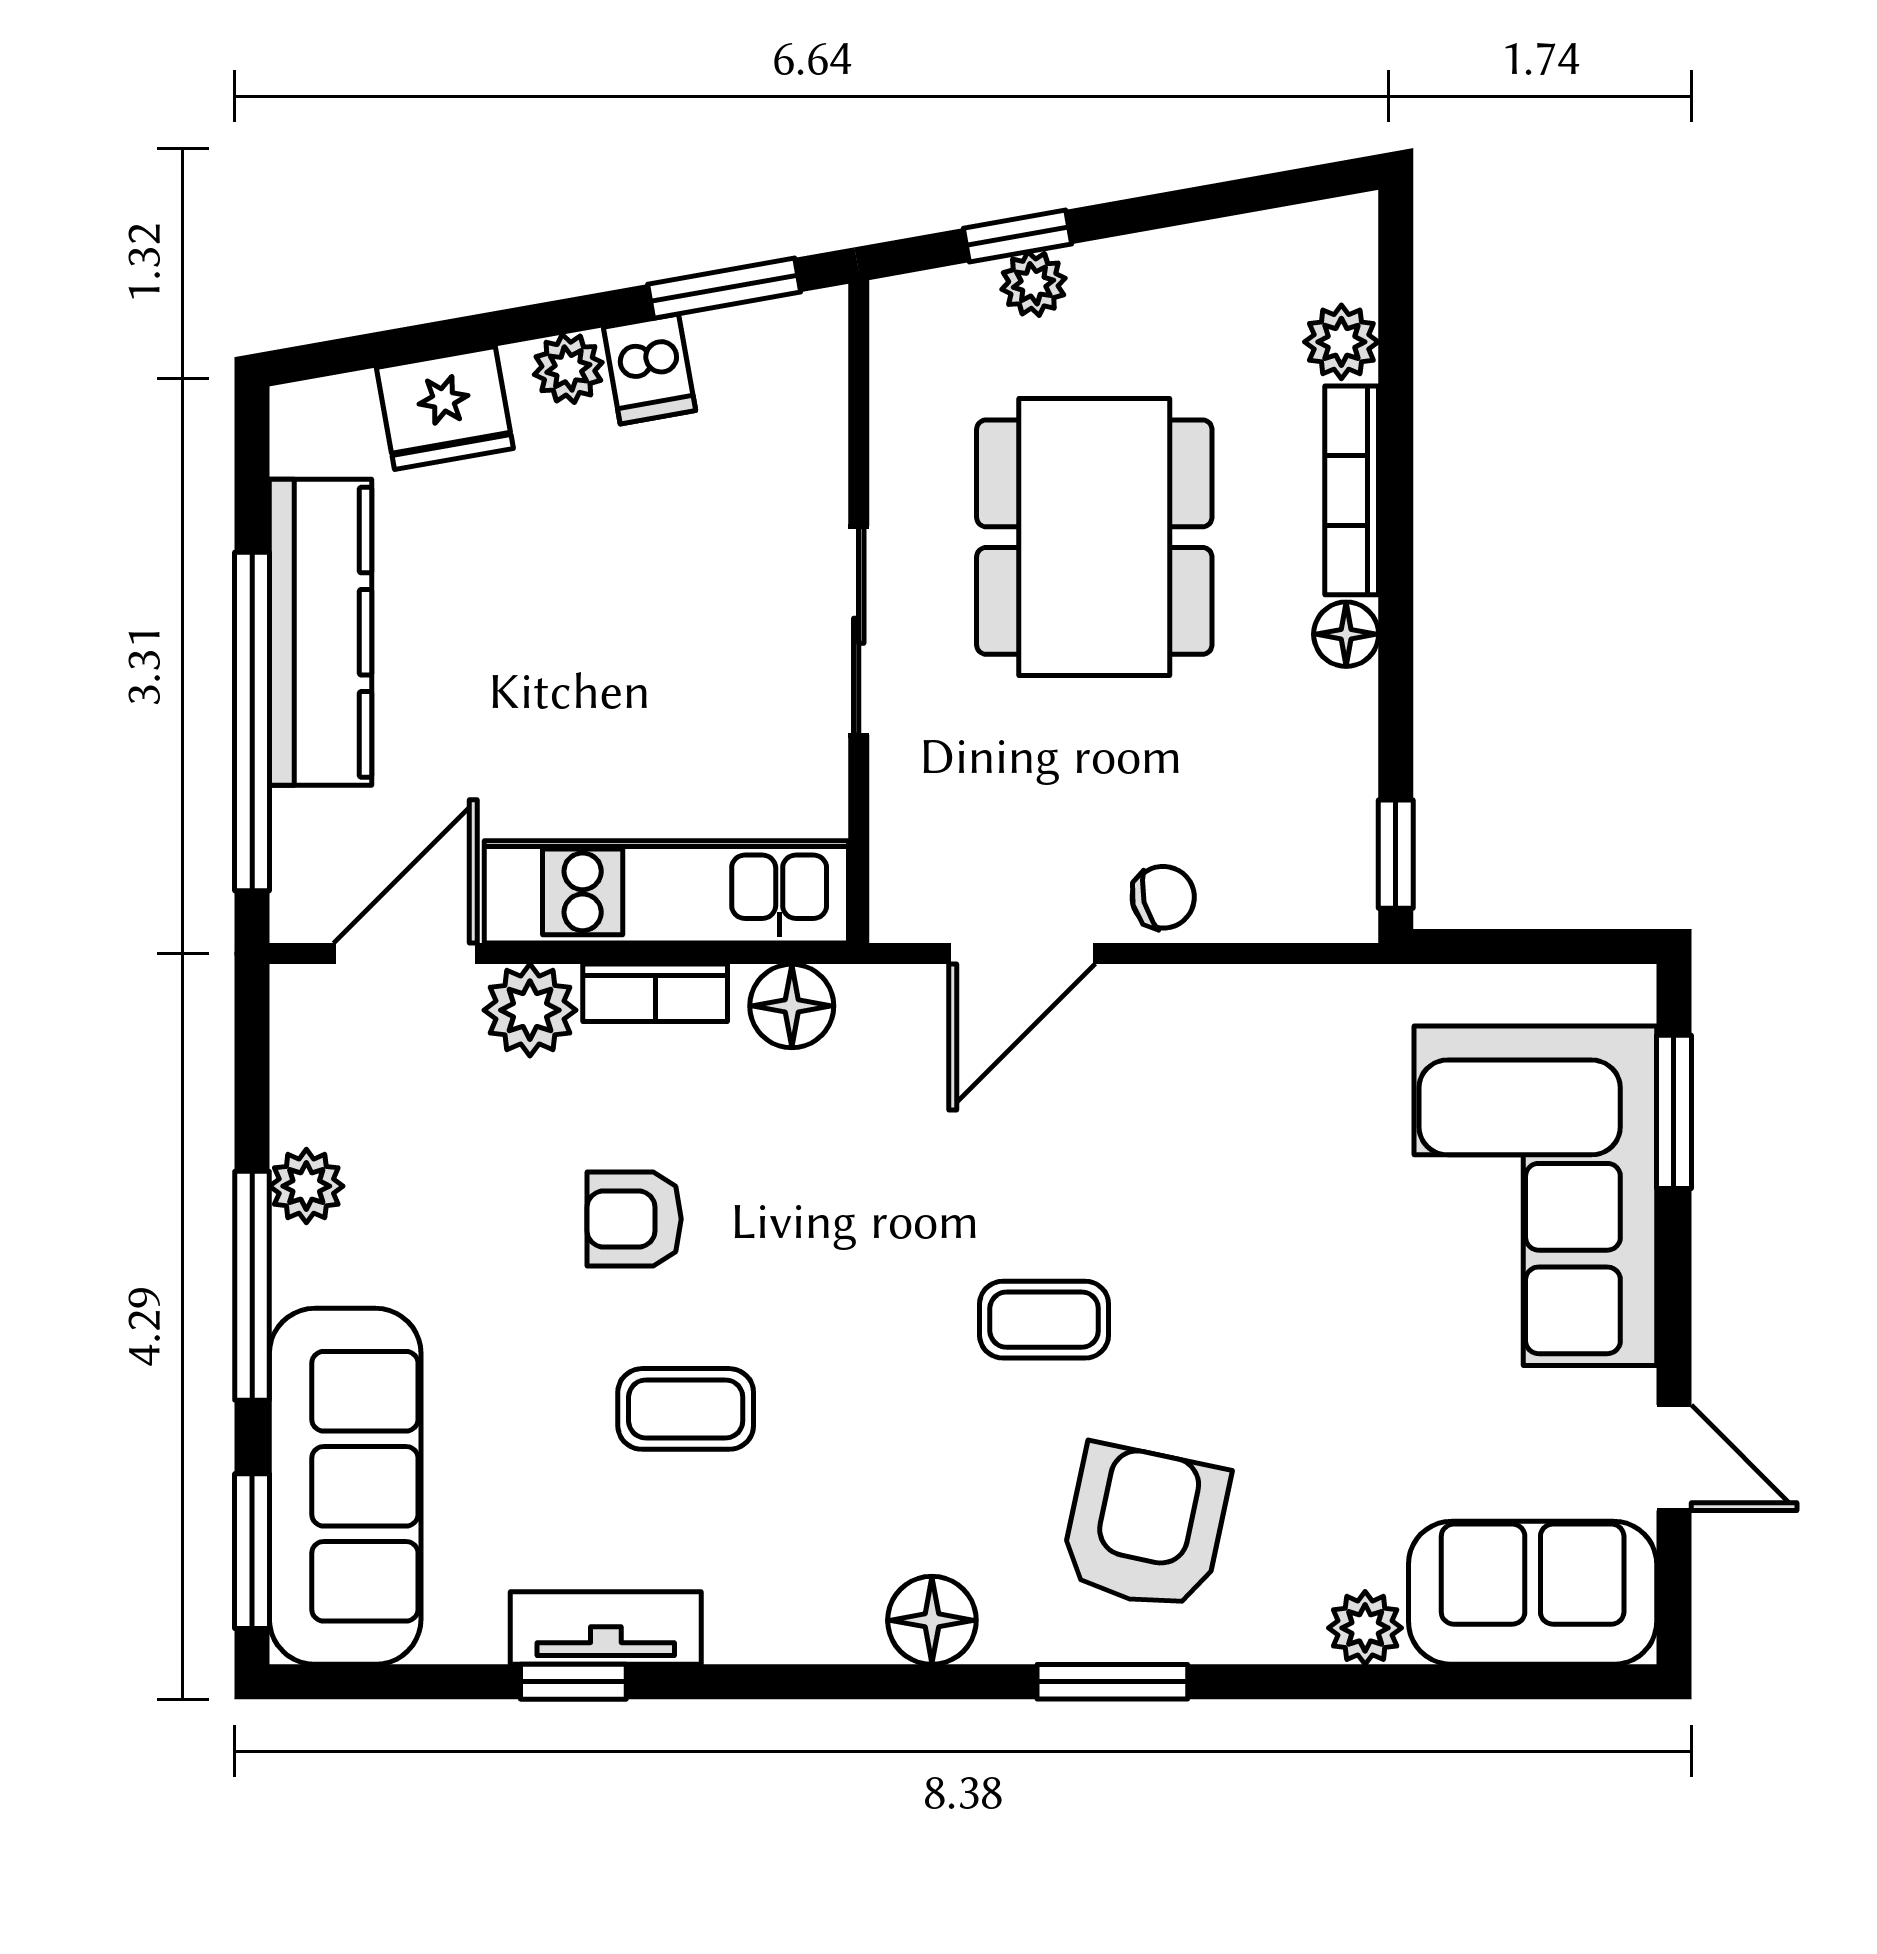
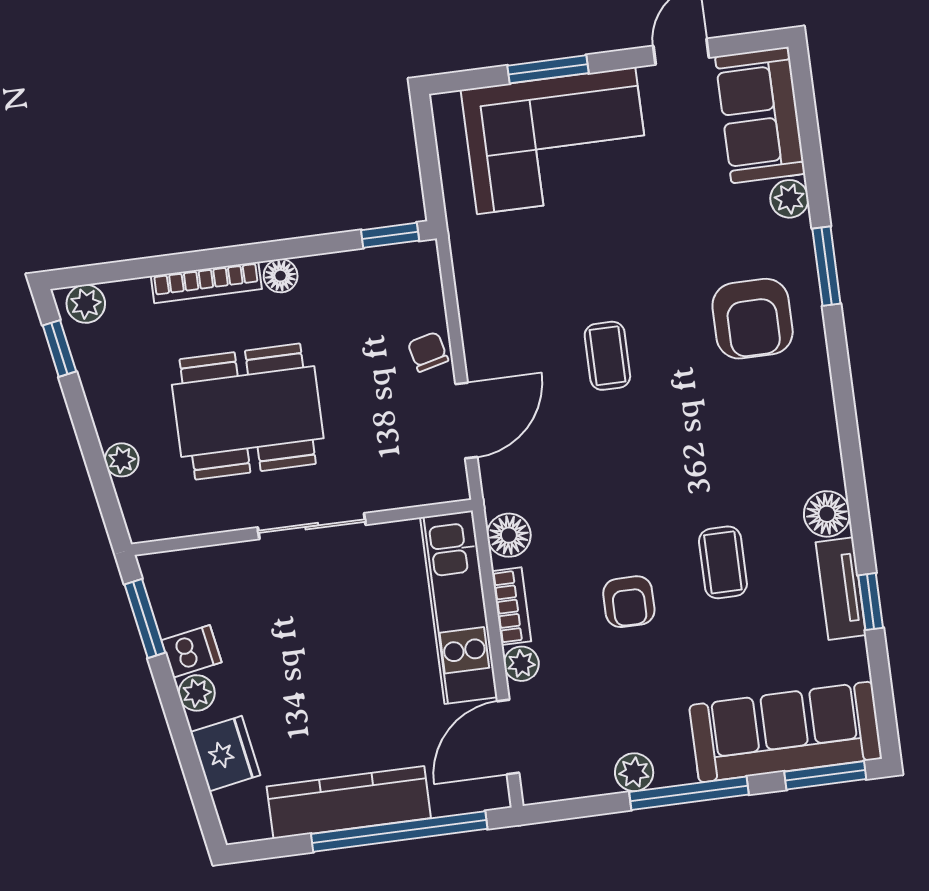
window: (1017, 236) -> (59, 348), moved
plant: (1341, 342) -> (86, 304), moved
door: (405, 954) -> (508, 737), hinge flipped
door: (1022, 954) -> (466, 421), hinge flipped
plant: (530, 1010) -> (521, 664), width x0.73, depth x0.73
window: (1674, 1112) -> (548, 69), moved
coffee table: (1044, 1320) -> (607, 356), moved
armchair: (1145, 1527) -> (753, 319), turned -102
floor lamp: (932, 1620) -> (827, 514), moved
window: (1112, 1682) -> (826, 266), moved

